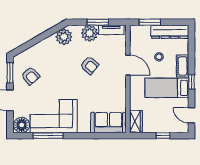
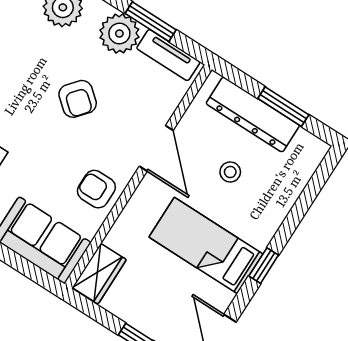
window: (150, 22) -> (283, 107), moved
dresser: (170, 32) -> (253, 114), moved
cot: (183, 66) -> (266, 221), removed
armchair: (116, 93) -> (96, 189), added

